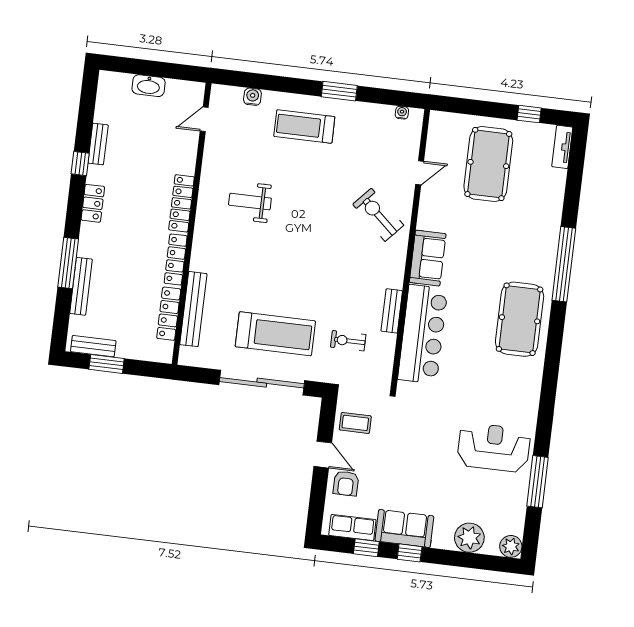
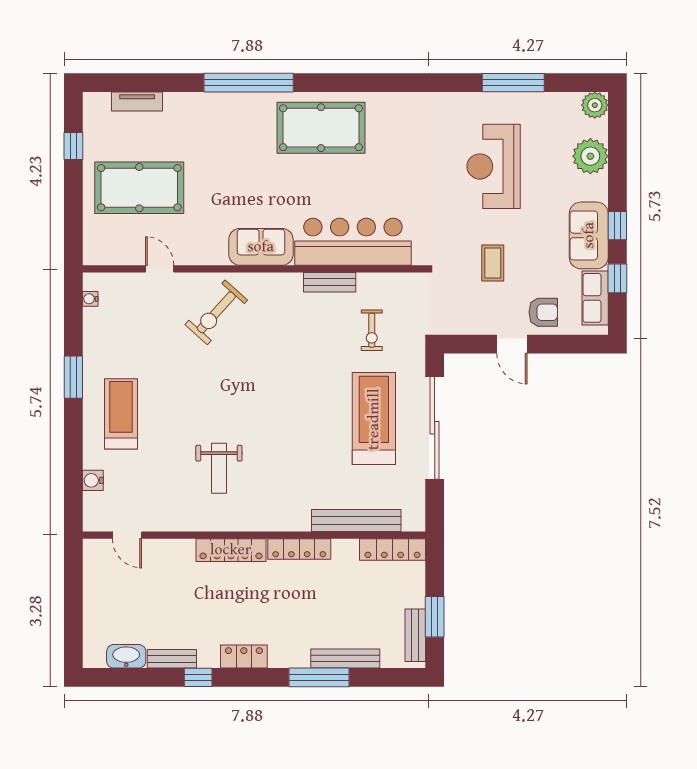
washbasin: (149, 86) -> (126, 656), moved, turned -90
treadmill: (304, 126) -> (121, 414), turned 180
tv unit: (562, 147) -> (137, 101), moved
locker: (169, 314) -> (392, 549), moved
coffee table: (355, 423) -> (493, 263), moved
reception desk: (494, 447) -> (494, 166), moved
door: (323, 455) -> (512, 344), swing flipped

